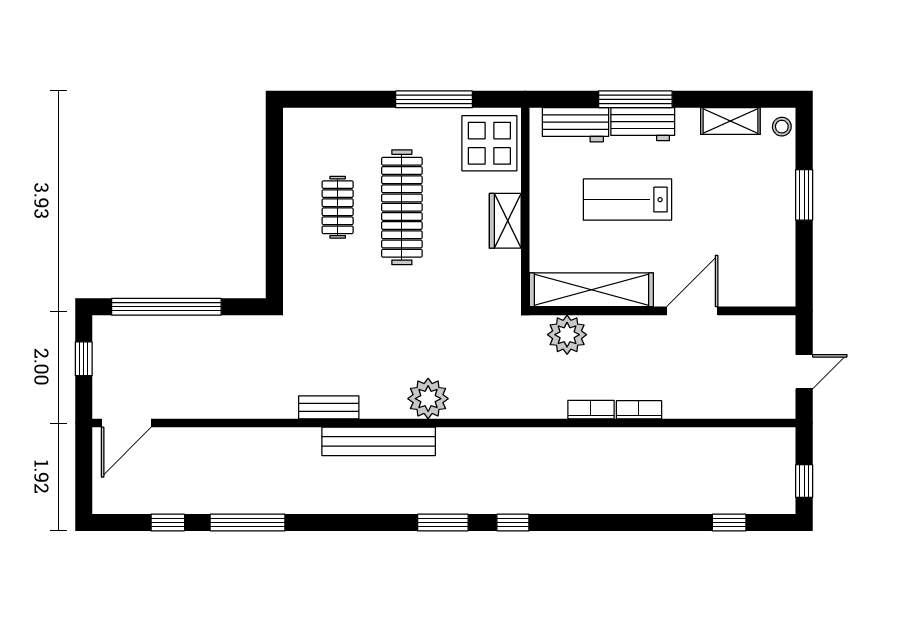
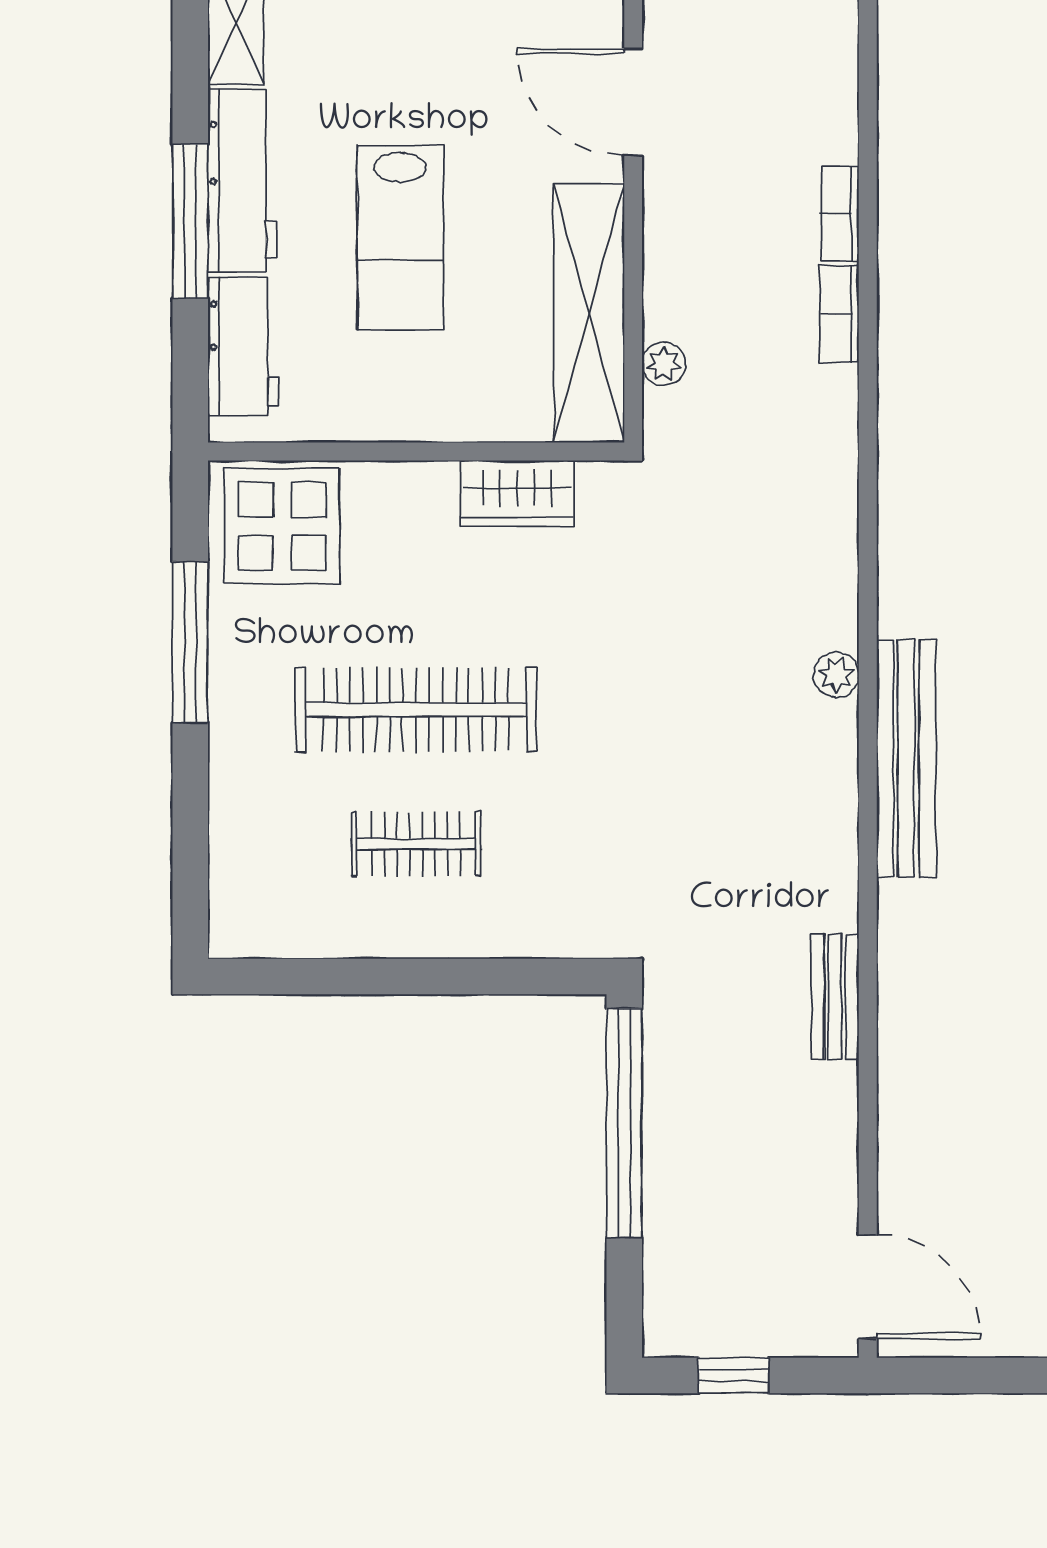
workbench: (643, 124) -> (242, 181), width x1.38
wardrobe: (505, 221) -> (517, 493), moved
window: (166, 307) -> (624, 1123), moved
plant: (567, 335) -> (664, 364), width x0.53, depth x0.53
plant: (428, 399) -> (836, 675), width x0.53, depth x0.53
bench: (329, 407) -> (835, 997), moved

